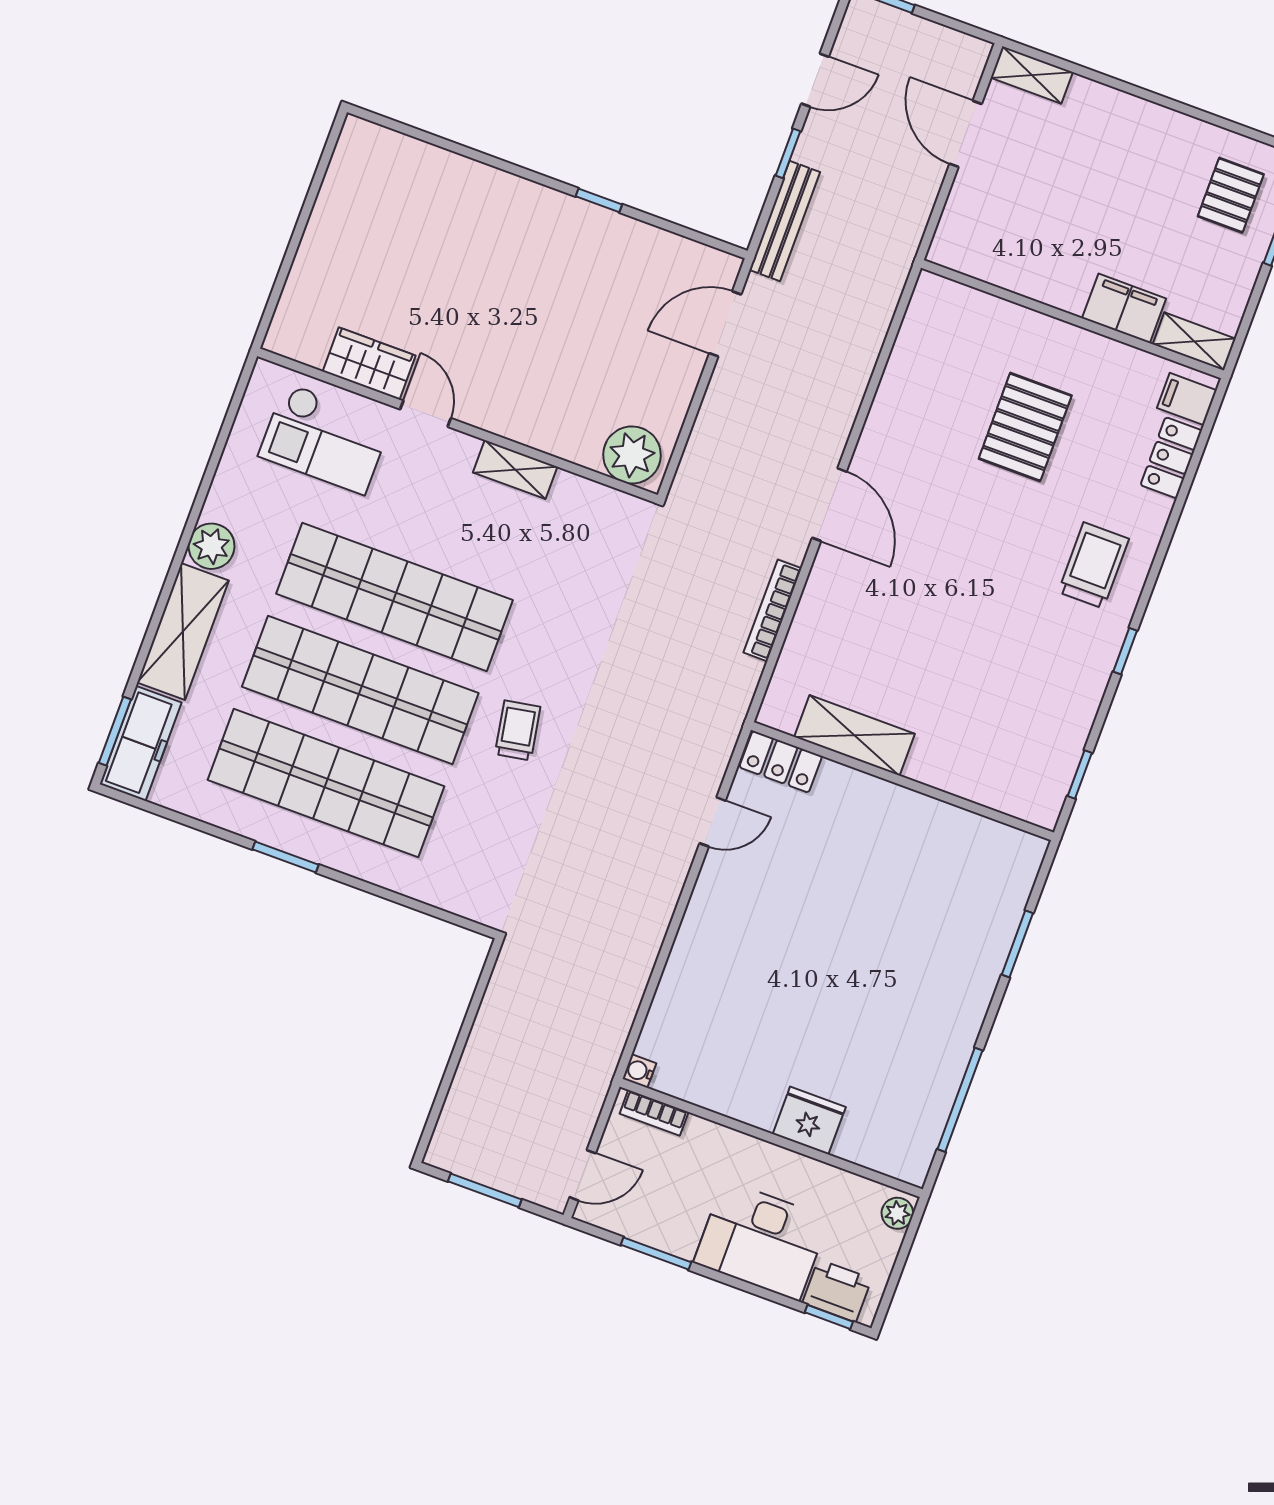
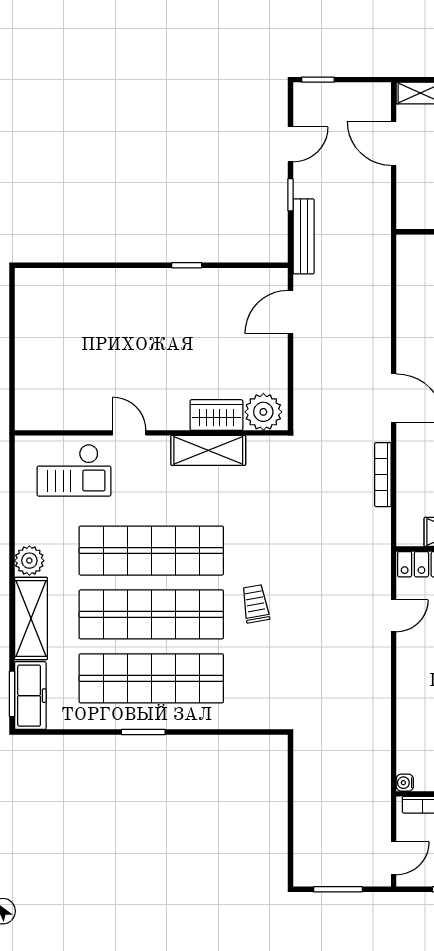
wardrobe: (369, 364) -> (216, 415), moved
shelving: (515, 470) -> (208, 450), width x1.50, depth x1.33

